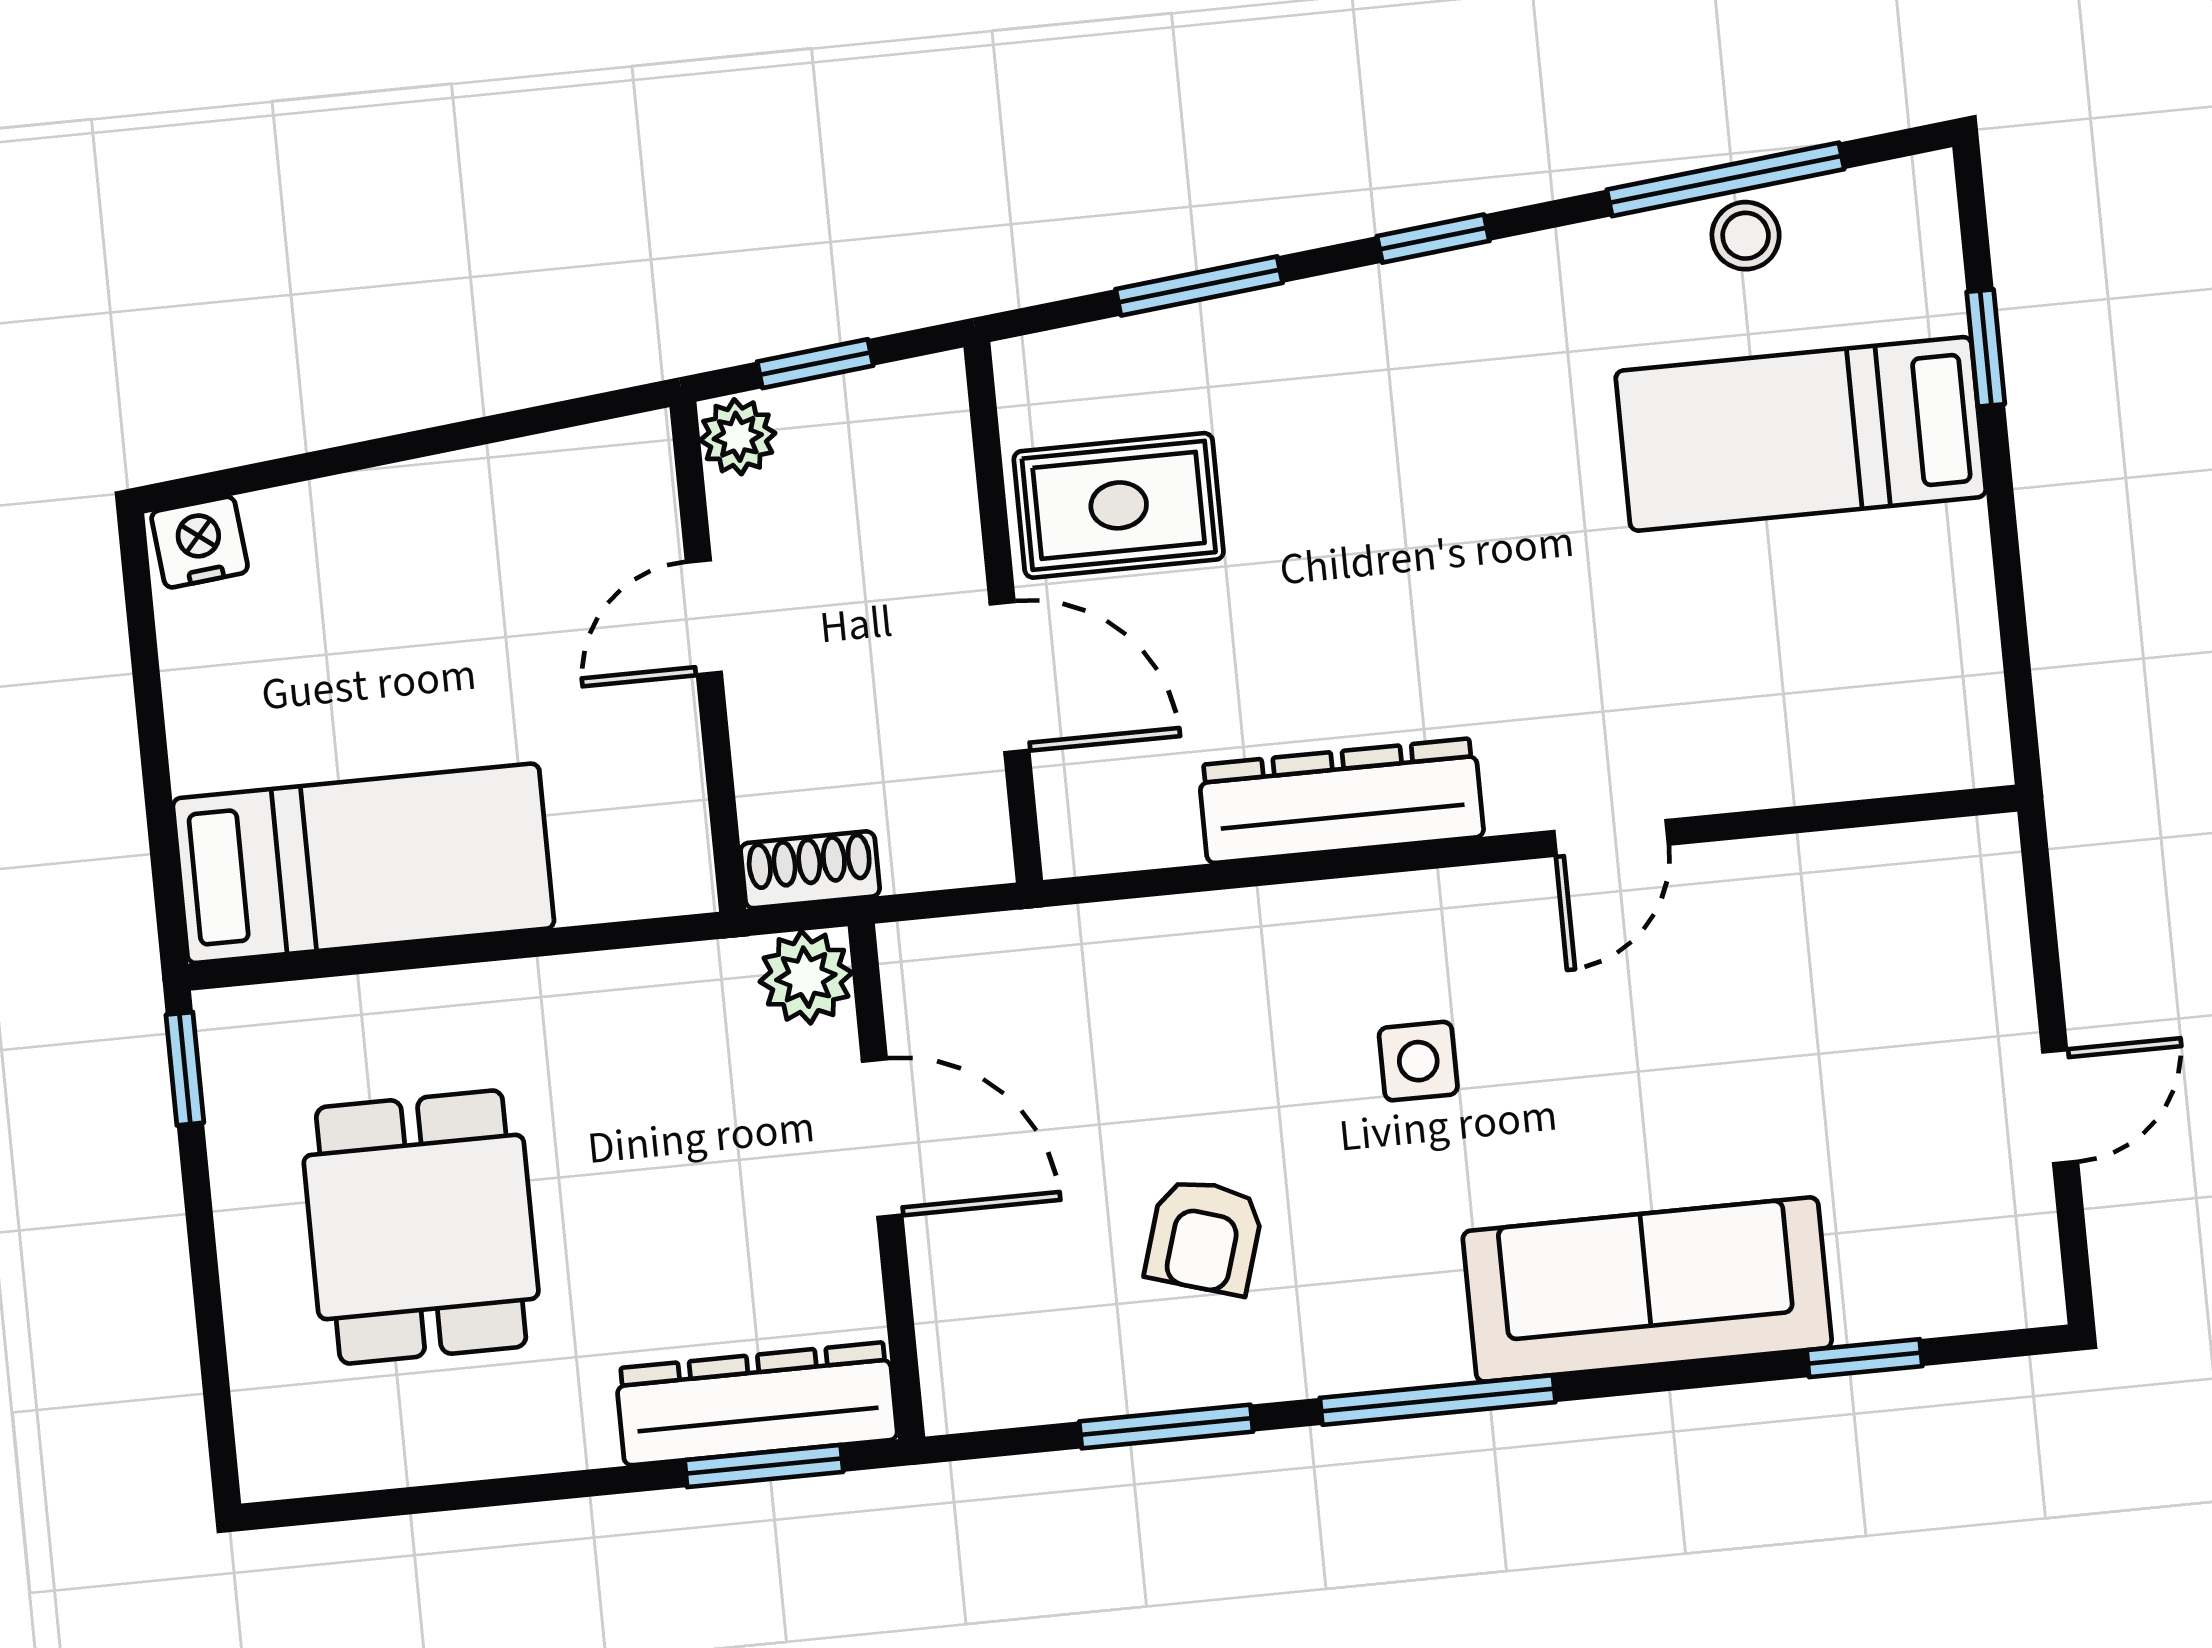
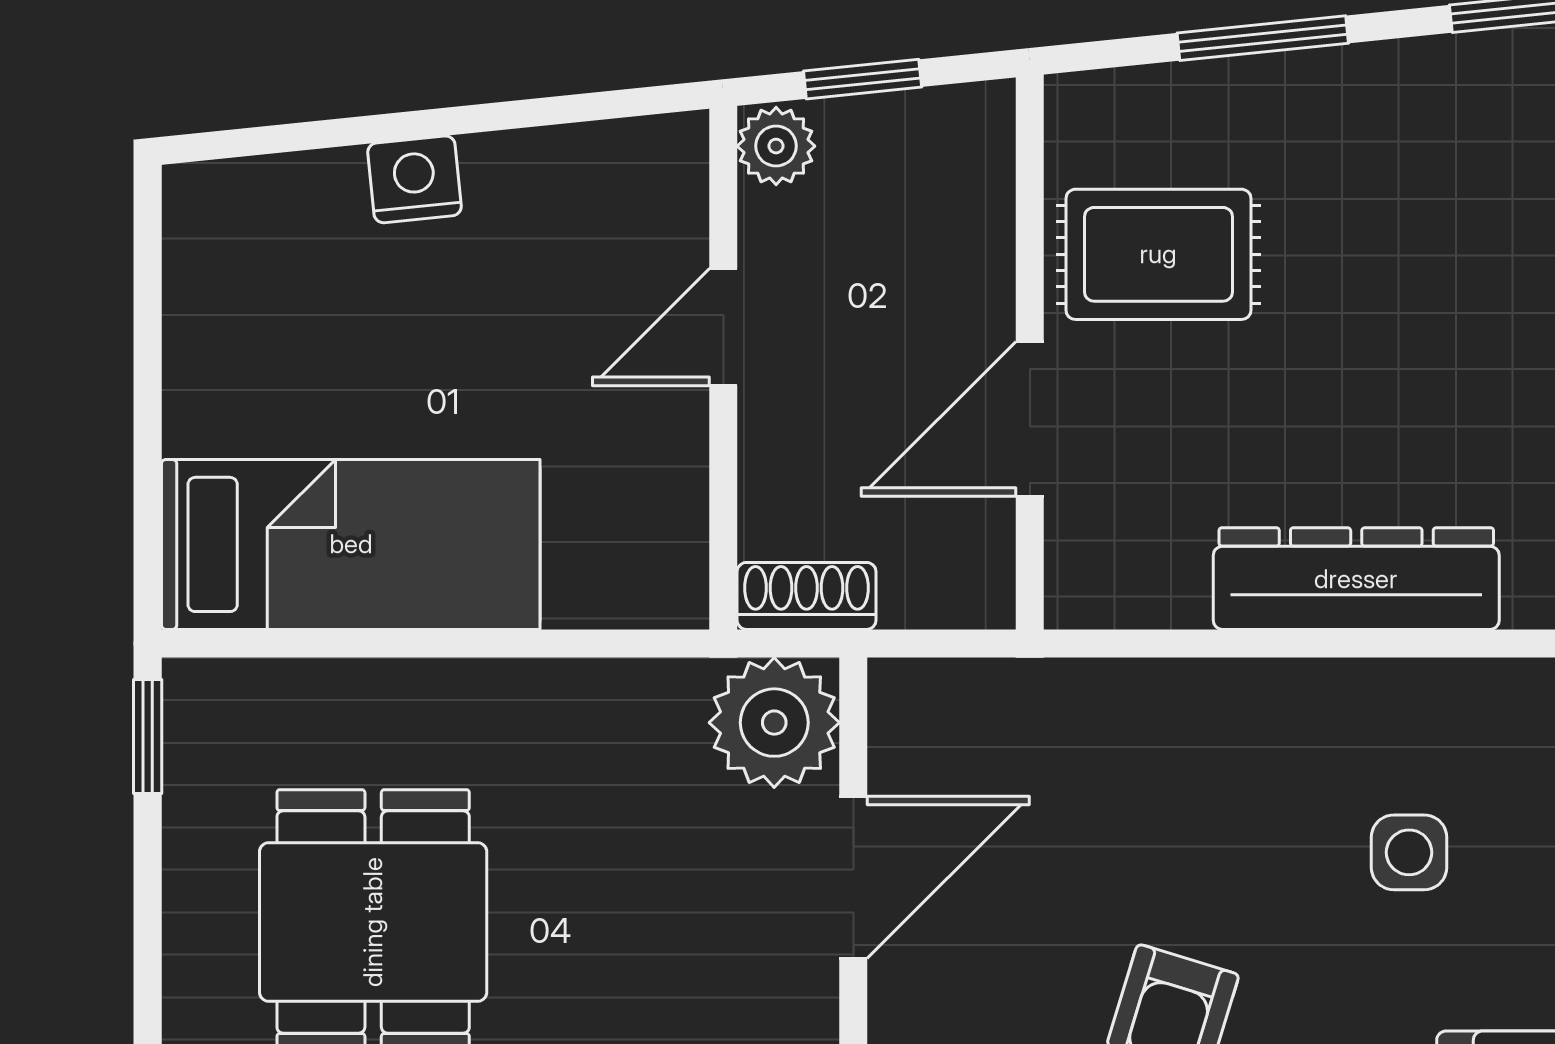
nightstand: (200, 542) -> (414, 179), moved
door: (1010, 677) -> (1030, 419), swing flipped
plant: (806, 977) -> (774, 723), width x1.36, depth x1.36
door: (882, 1138) -> (853, 877), hinge flipped

